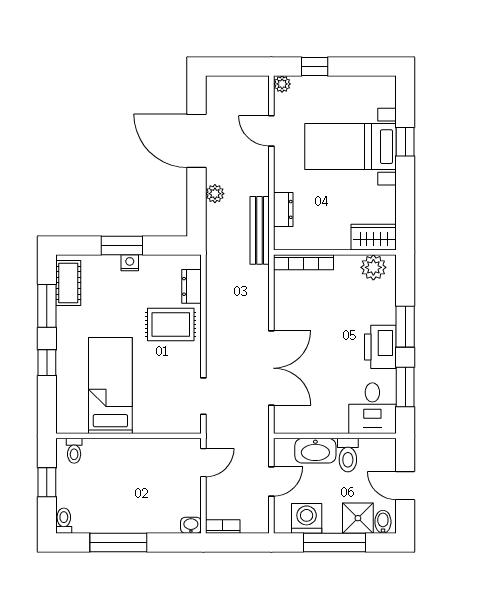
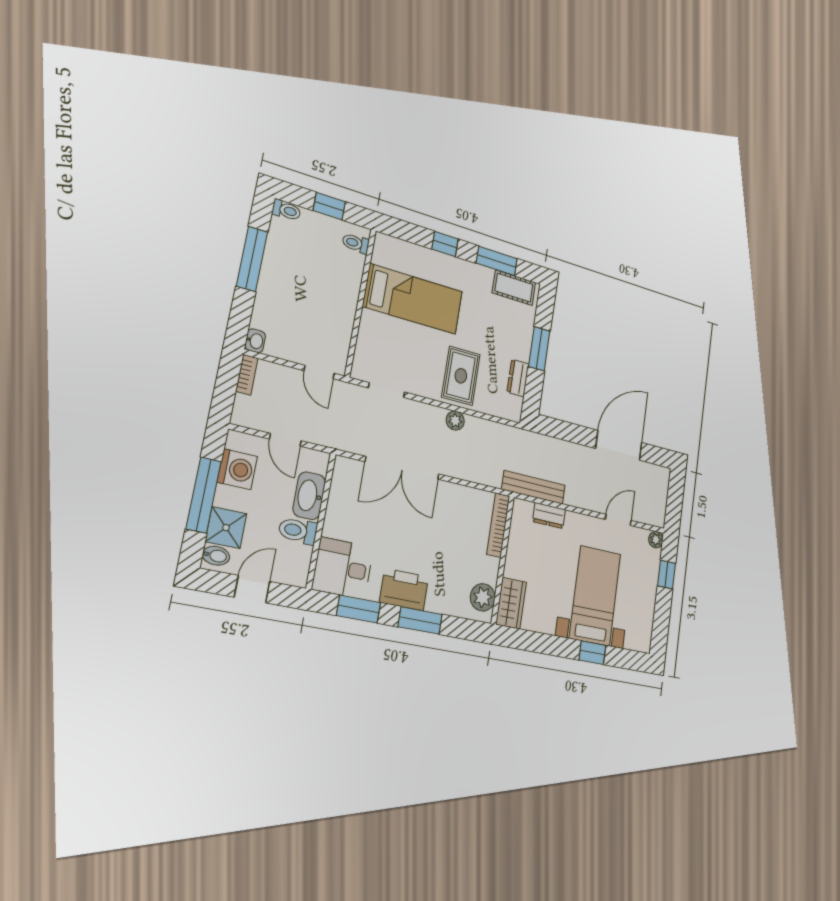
plant: (215, 194) -> (455, 421), moved
nightstand: (130, 263) -> (523, 352), removed
dresser: (191, 286) -> (518, 378), moved, turned -90

